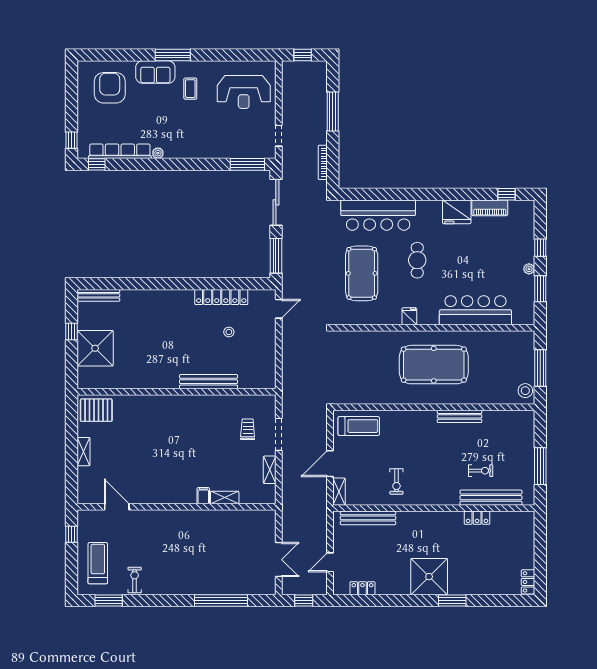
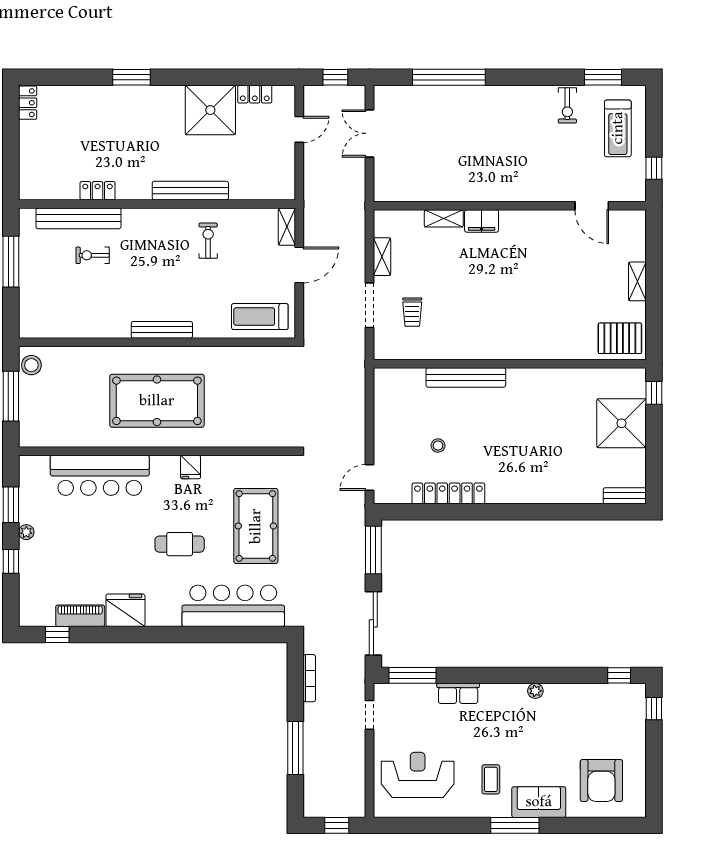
row of seats: (120, 151) -> (458, 693), moved, width x0.50
cafe table: (417, 260) -> (180, 544), turned 90
bench: (98, 295) -> (625, 496), width x0.73
window: (71, 331) -> (654, 393), moved
bench: (460, 416) -> (162, 330), moved
filing cabinet: (203, 496) -> (482, 221), width x2.00
bench: (368, 518) -> (190, 191), moved
shower: (429, 577) -> (210, 110), moved

